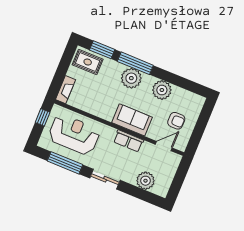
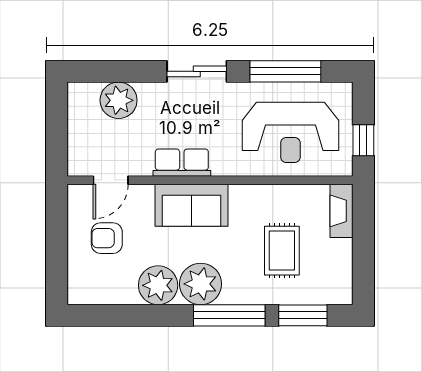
rug: (88, 62) -> (282, 251), moved, turned 90
plant: (131, 78) -> (201, 284), moved

